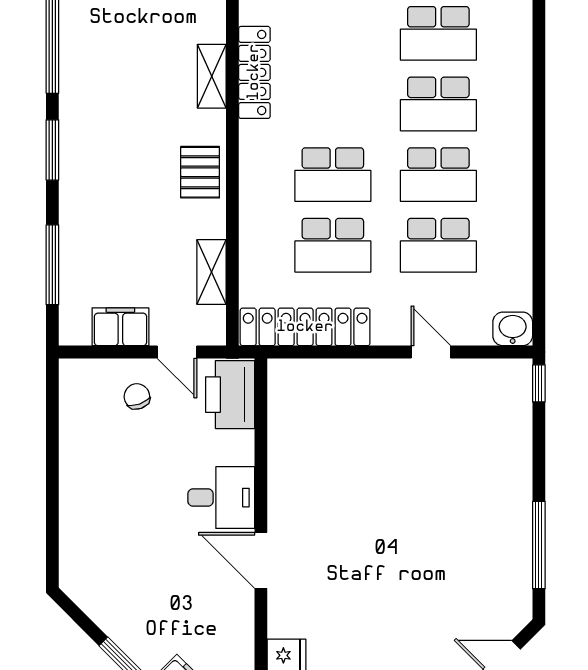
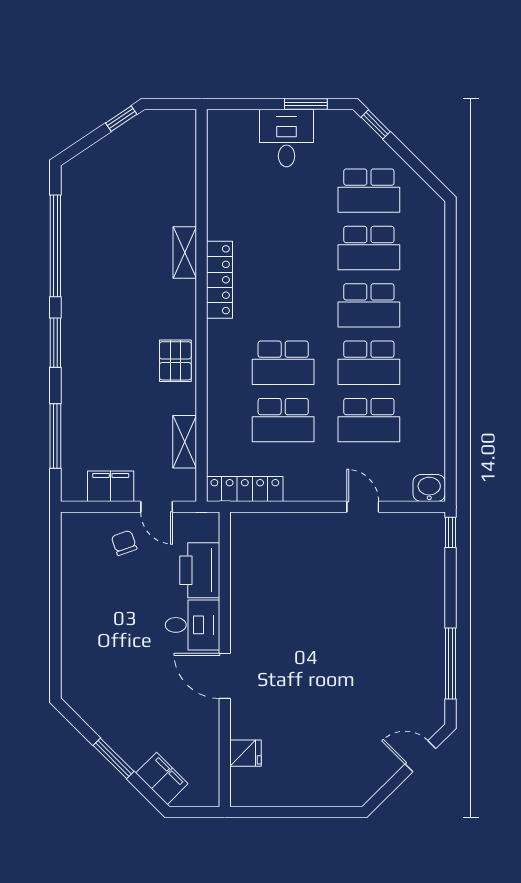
shelving: (212, 76) -> (185, 252), moved
locker: (305, 327) -> (245, 489), width x0.71, depth x0.83
printer: (230, 395) -> (200, 570), moved

